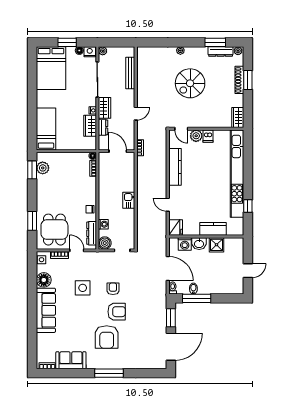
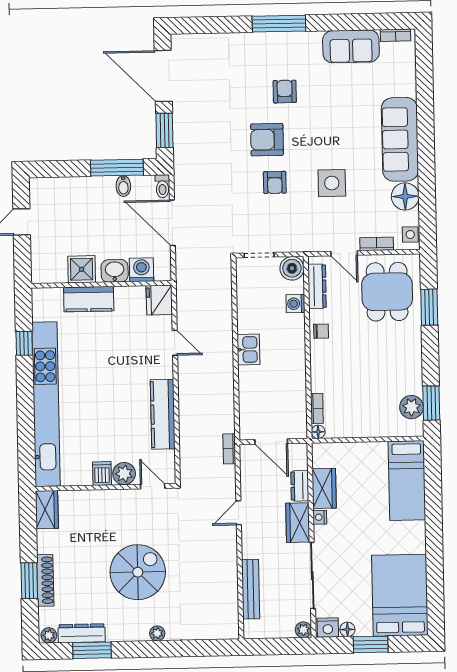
armchair: (107, 337) -> (285, 92), width x0.53, depth x0.53
door: (171, 347) -> (163, 76), hinge flipped

